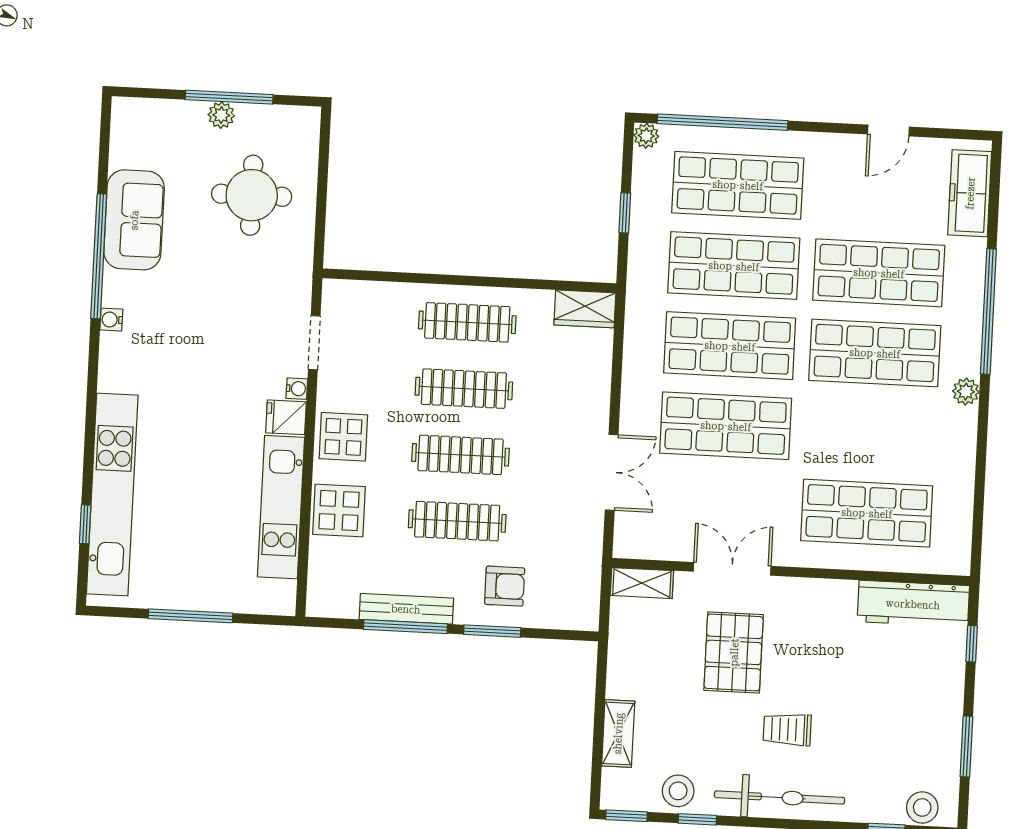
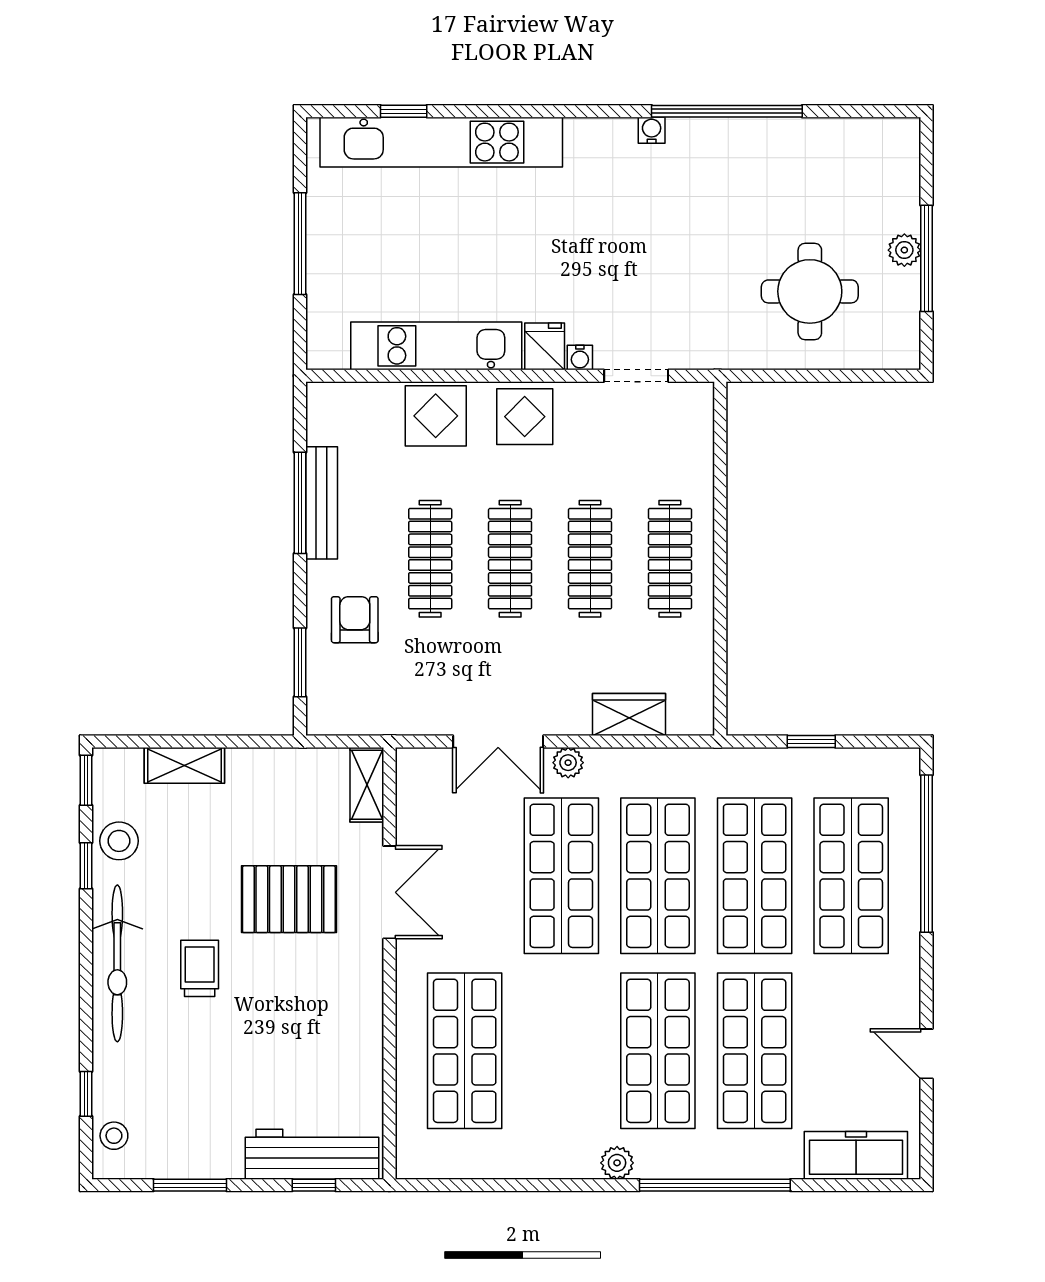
plant: (646, 136) -> (568, 763), moved
sofa: (134, 220) -> (773, 151), removed
wardrobe: (585, 309) -> (629, 715), moved, turned 90
armchair: (505, 586) -> (355, 620), turned 180
workbench: (913, 604) -> (312, 1154), moved, turned 90
window: (492, 631) -> (300, 662), moved
stool: (922, 807) -> (114, 1136), width x0.73, depth x0.73

